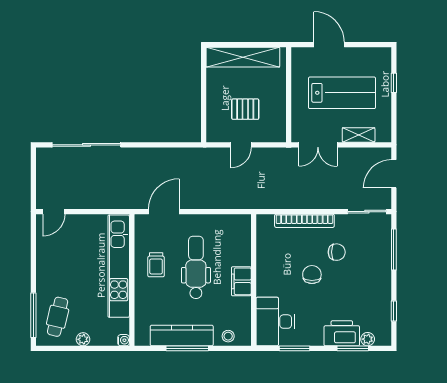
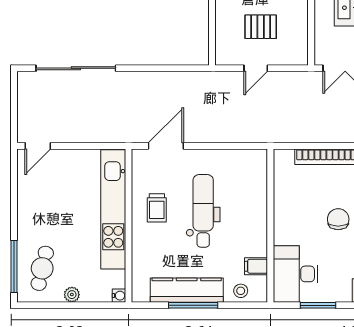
filing cabinet: (241, 281) -> (256, 266), moved, width x0.50

